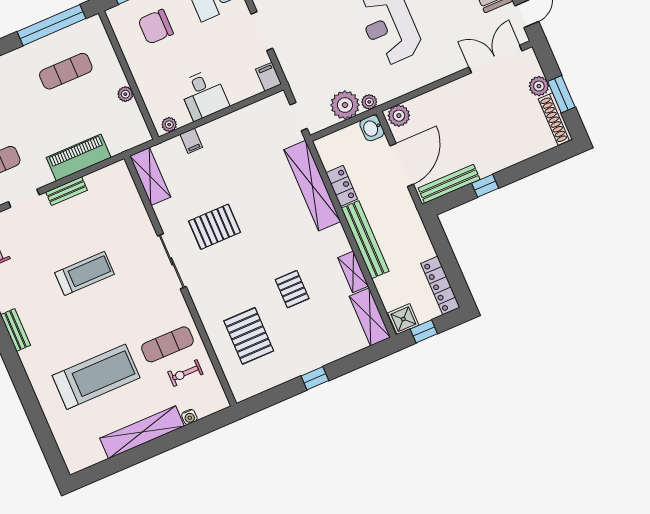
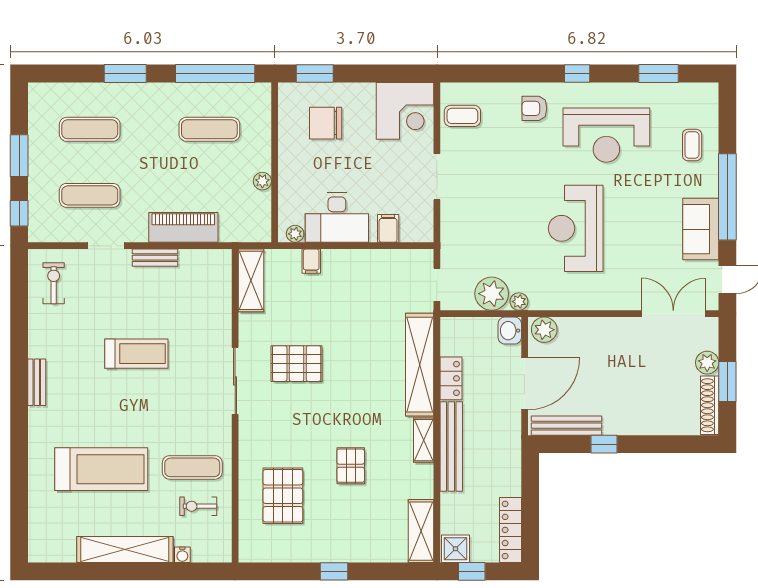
filing cabinet: (269, 77) -> (388, 228), moved
desk: (203, 95) -> (337, 218), width x1.37
shelving: (353, 272) -> (424, 440), moved

